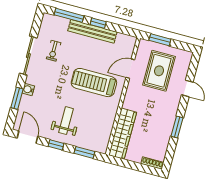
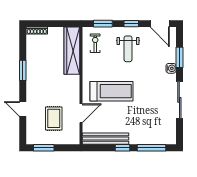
bench: (92, 31) -> (105, 139), moved
window: (160, 40) -> (44, 148), moved
exercise bike: (54, 51) -> (95, 43), moved
rug: (159, 71) -> (54, 118), width x0.73, depth x0.70

